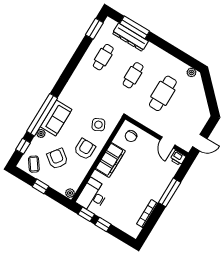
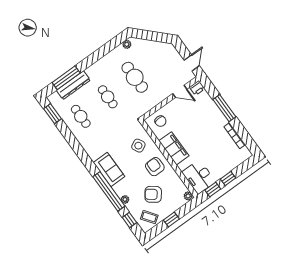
sofa: (56, 118) -> (109, 170), moved

